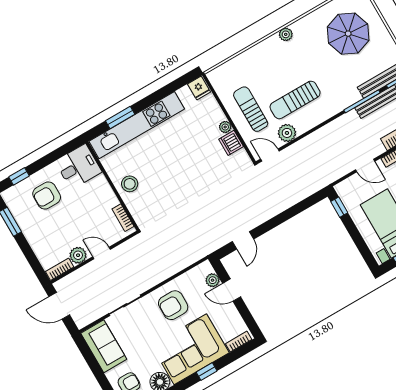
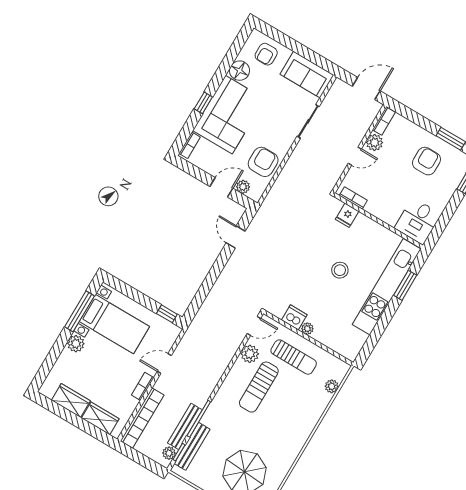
plant: (286, 34) -> (332, 386), moved
fridge: (199, 88) -> (347, 215), moved, turned -90
sun lounger: (295, 100) -> (259, 387), turned 180
stool: (130, 184) -> (340, 270), moved
armchair: (47, 195) -> (427, 161), moved
armchair: (173, 305) -> (263, 162), moved

